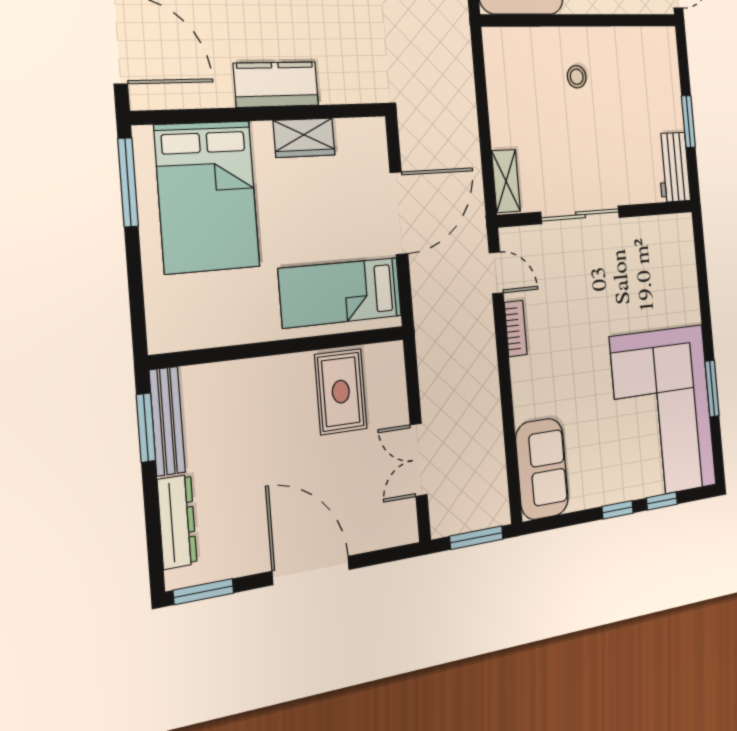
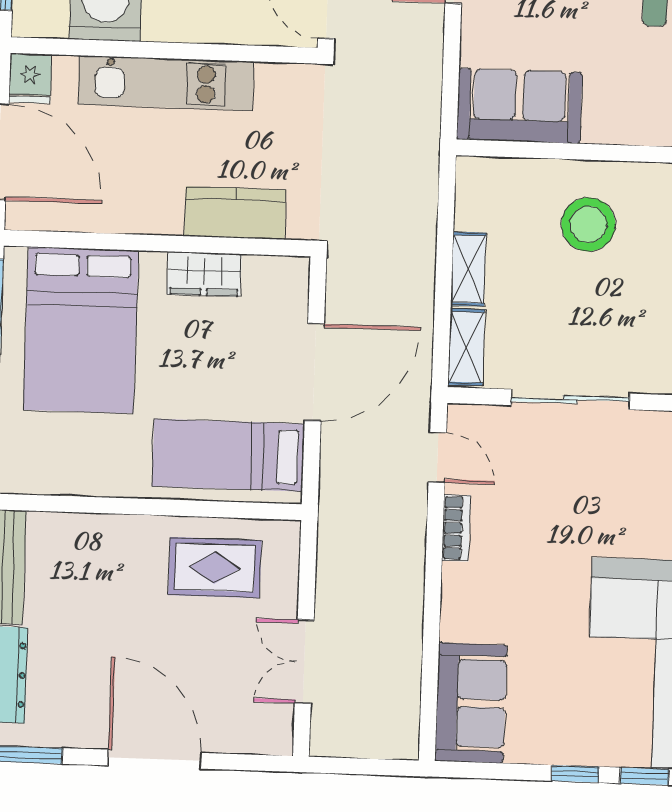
stool: (577, 77) -> (588, 224), width x1.89, depth x1.89
kitchen counter: (276, 84) -> (235, 213), moved
shelving: (500, 118) -> (468, 269), added
rug: (341, 392) -> (215, 568), turned 90
window: (476, 538) -> (369, 767), removed

